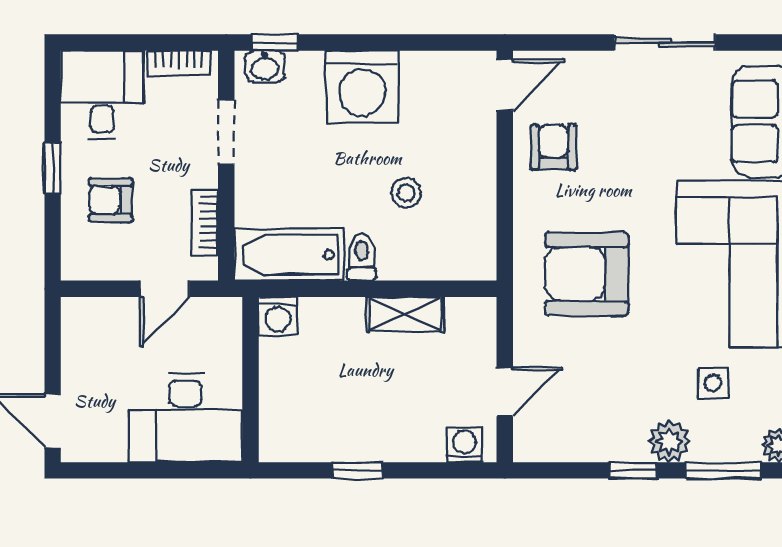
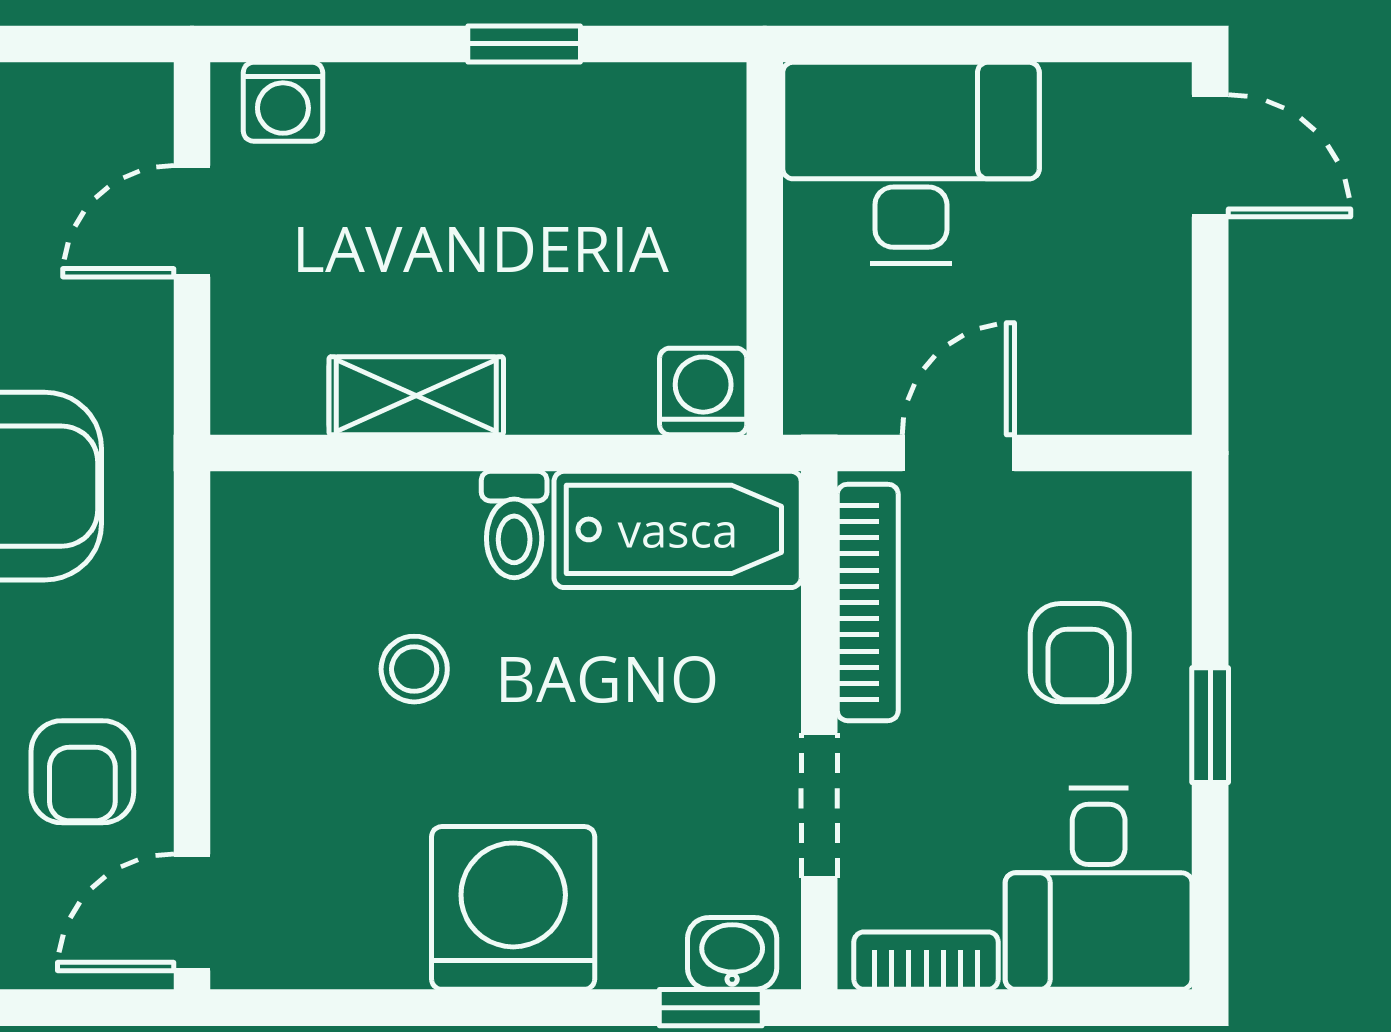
armchair: (111, 200) -> (1080, 653), turned 90
bookcase: (205, 222) -> (868, 602), width x1.56

